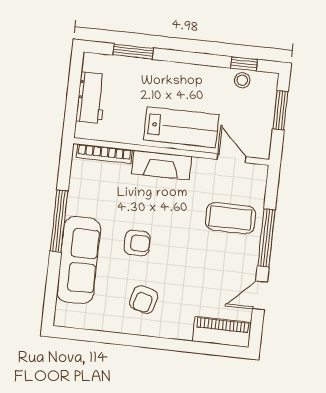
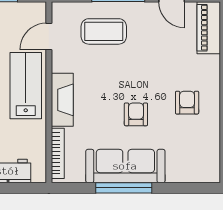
coffee table: (231, 218) -> (104, 31), turned 90
sofa: (79, 260) -> (125, 166), moved
armchair: (144, 299) -> (187, 103), turned -105

